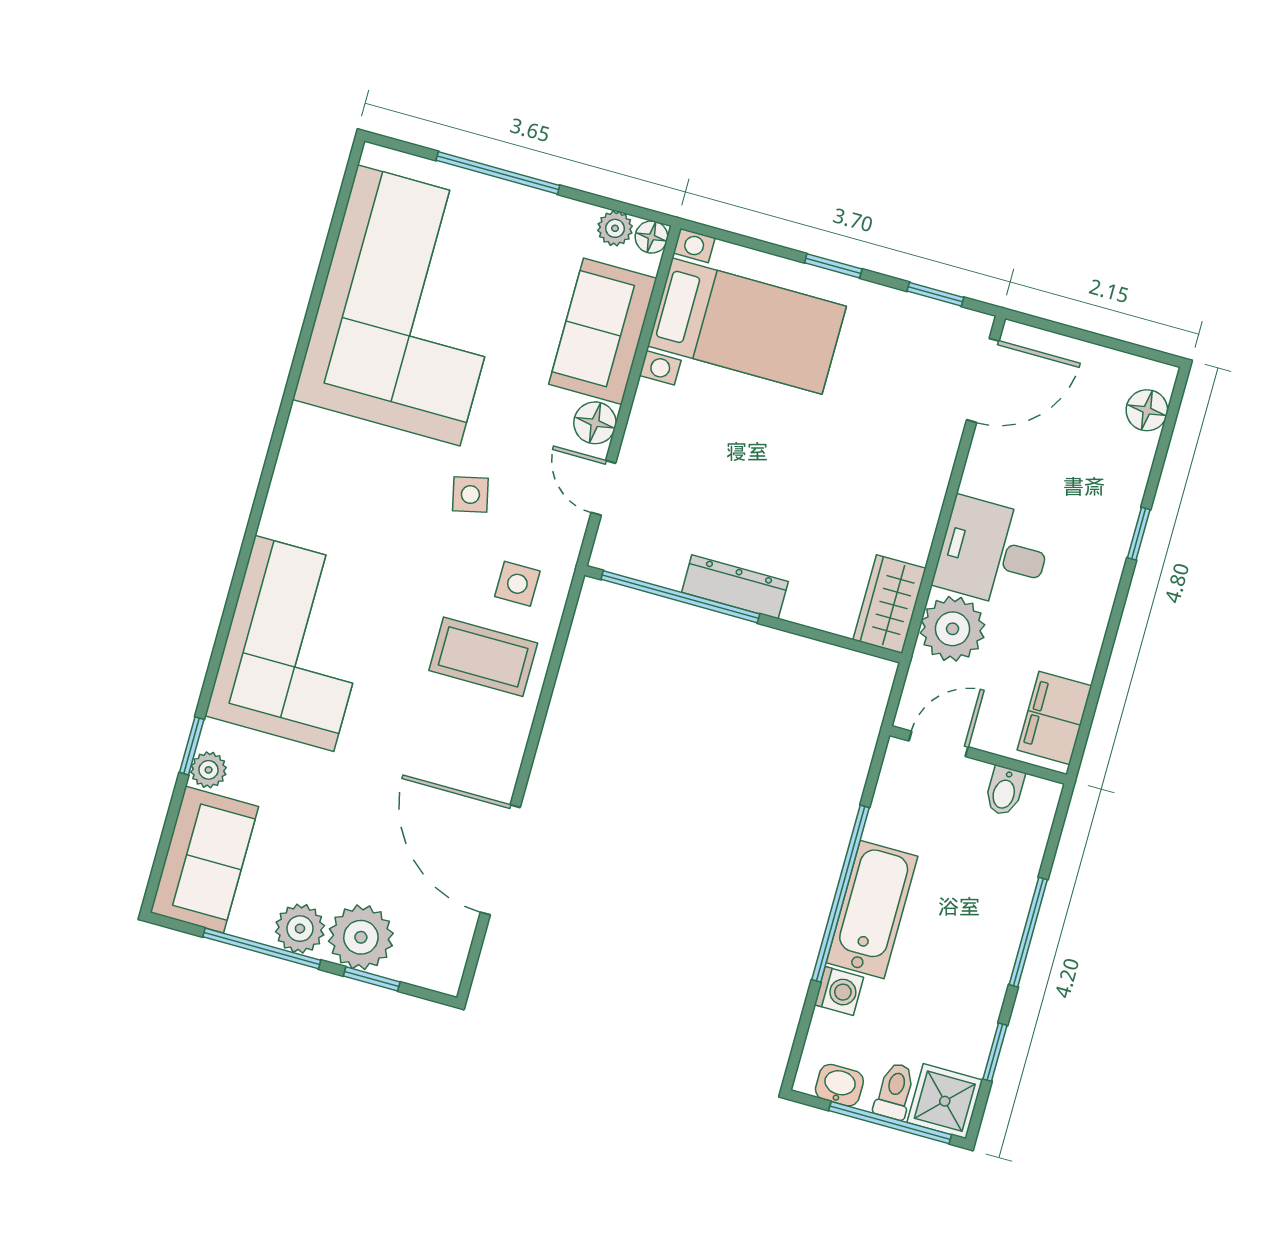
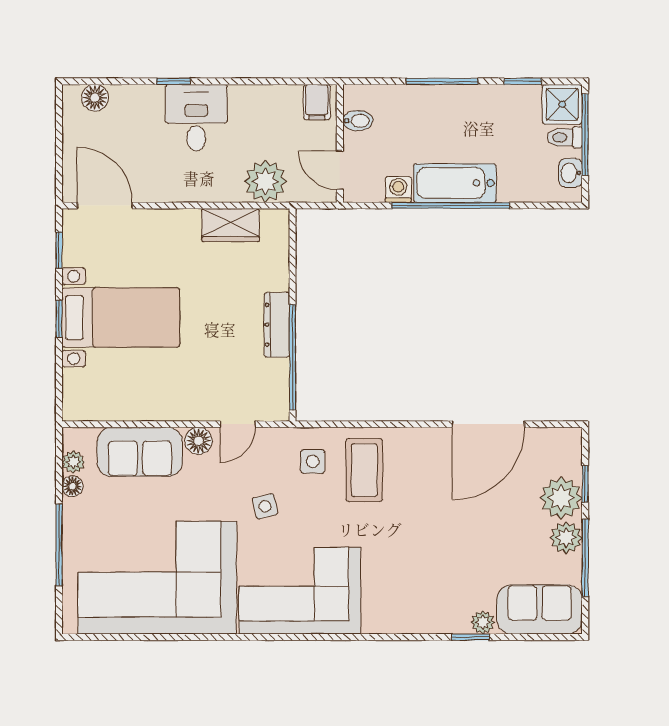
floor lamp: (651, 237) -> (72, 486), moved
bed with nightstands: (747, 326) -> (121, 317), moved, turned 90
desk: (993, 553) -> (196, 118), moved, turned 180
wardrobe: (889, 604) -> (231, 225), moved
corner sofa: (294, 643) -> (300, 591), moved
filing cabinet: (1055, 718) -> (317, 102), width x0.50
washing machine: (839, 991) -> (398, 189), moved

